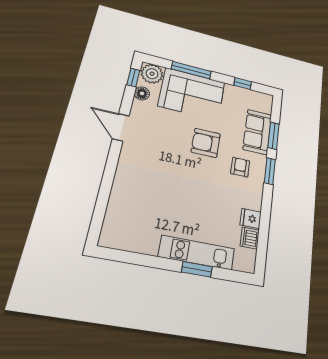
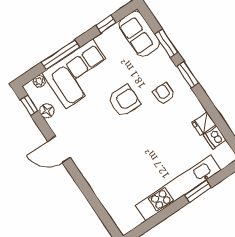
plant: (152, 74) -> (39, 81), width x0.53, depth x0.53
sofa: (257, 132) -> (139, 34), moved
armchair: (206, 143) -> (124, 101), turned 180
kitchen unit: (197, 253) -> (178, 188), width x1.36

